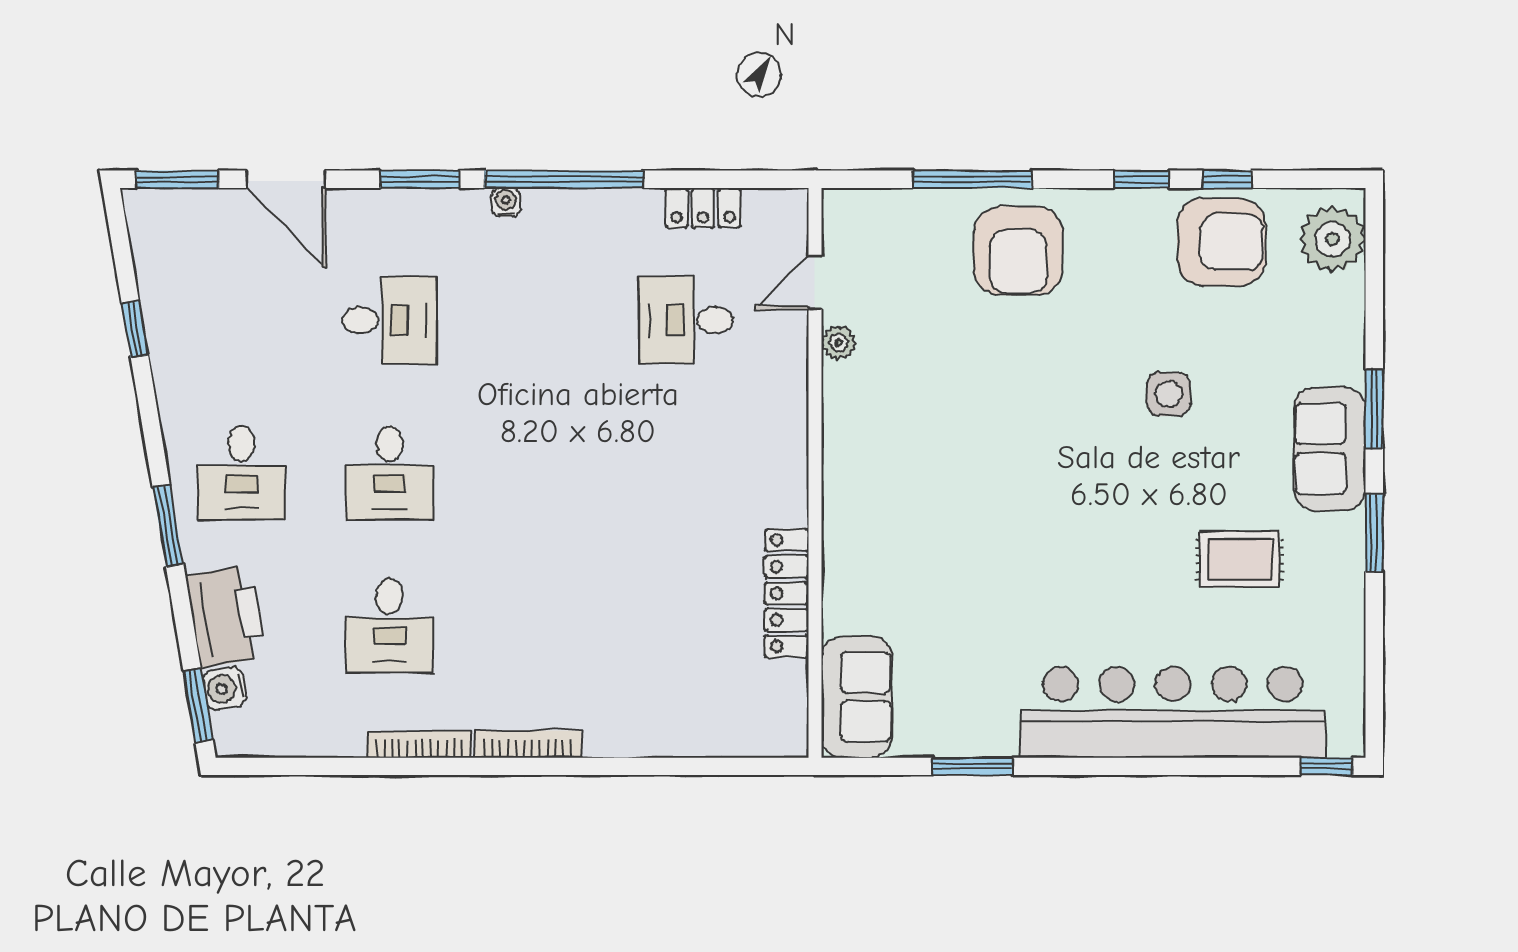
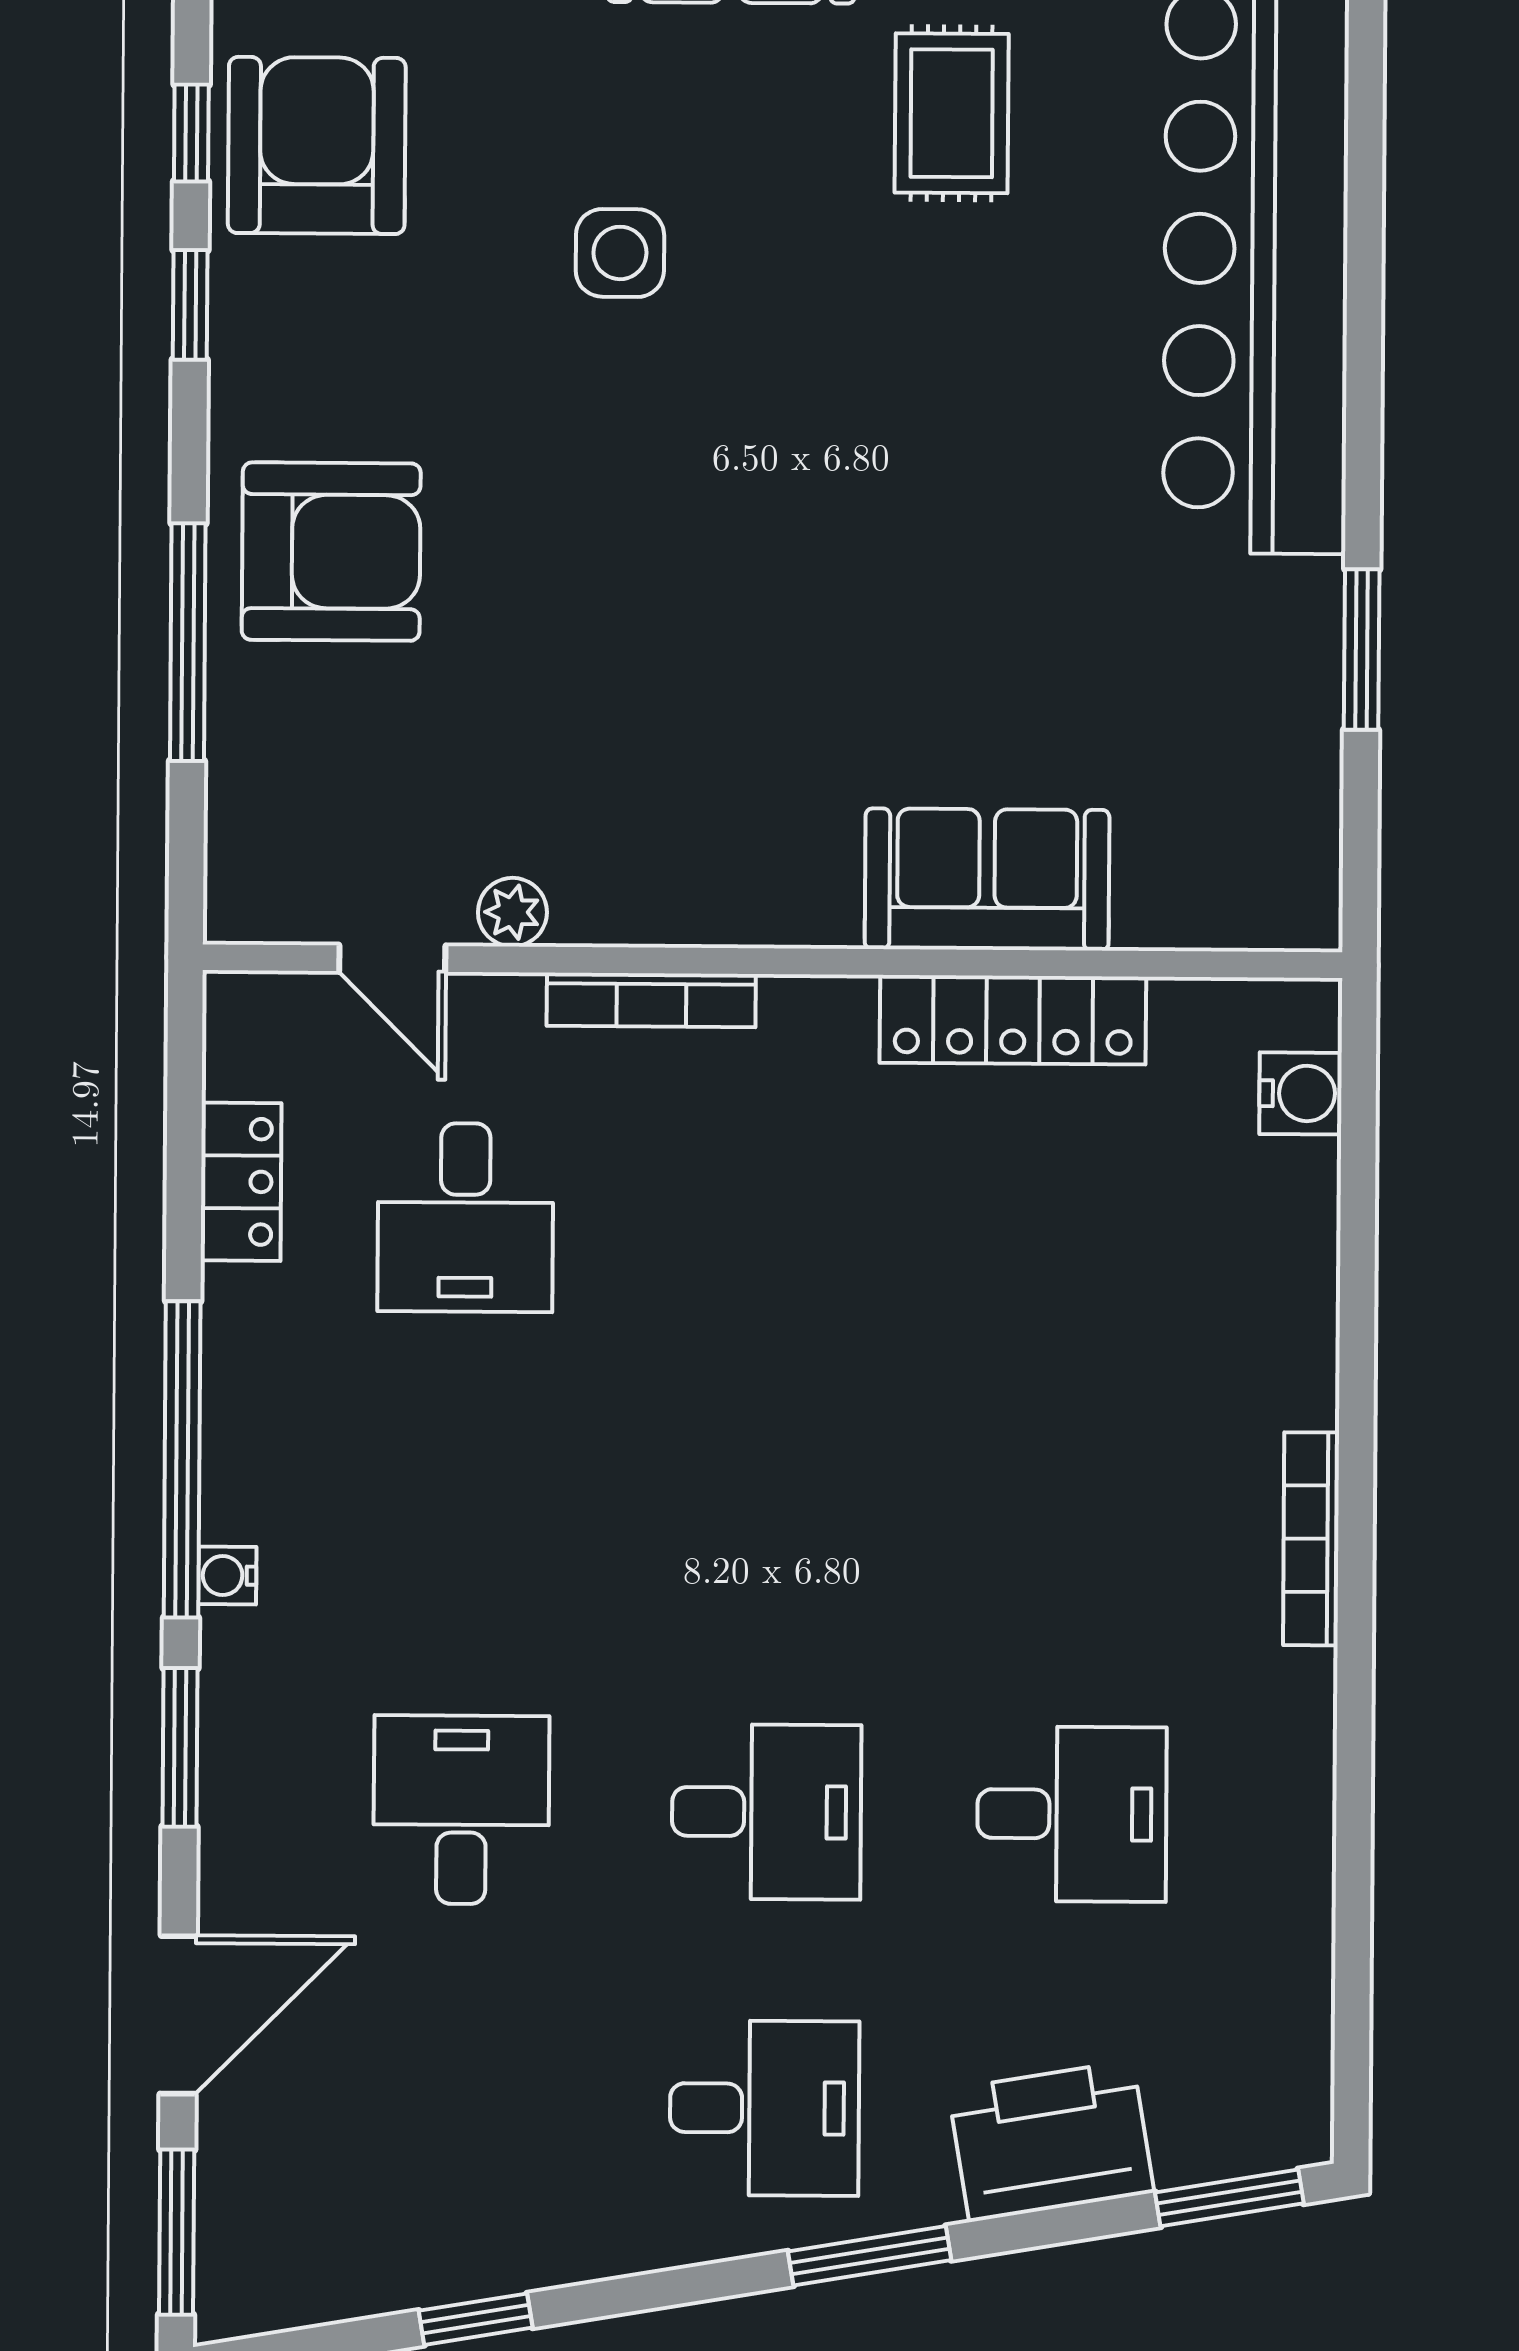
water cooler: (225, 688) -> (1300, 1093), moved, turned -80
sofa: (857, 697) -> (987, 879), moved
bookcase: (419, 744) -> (651, 1000), moved, turned -90

